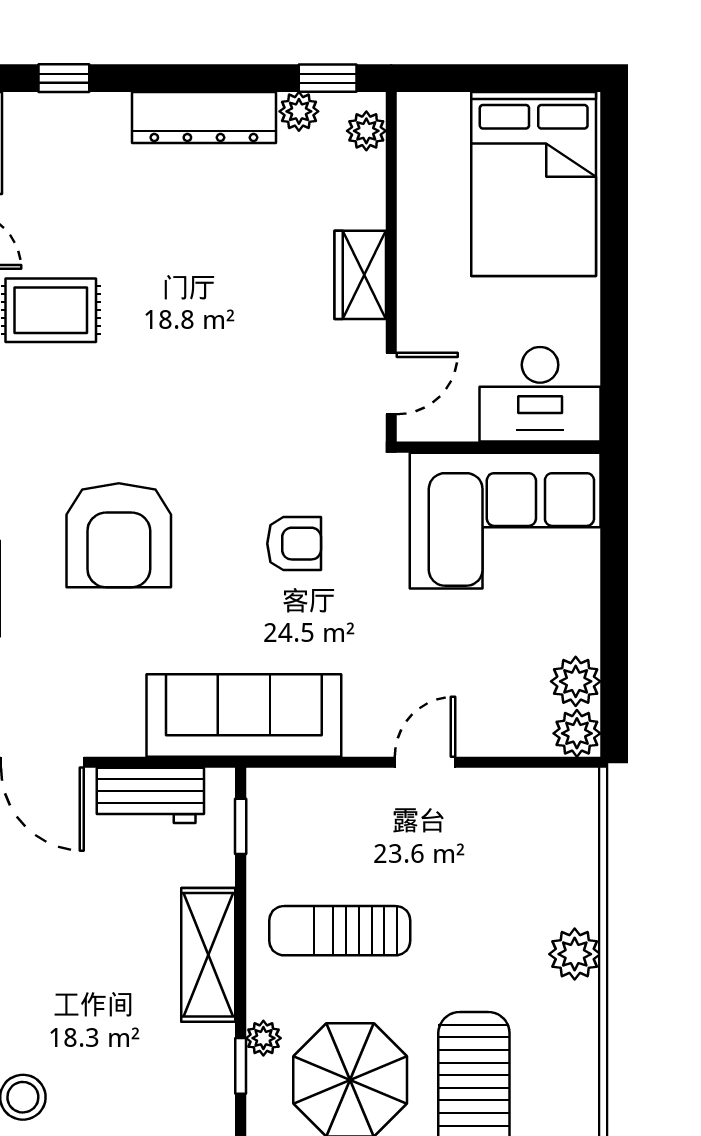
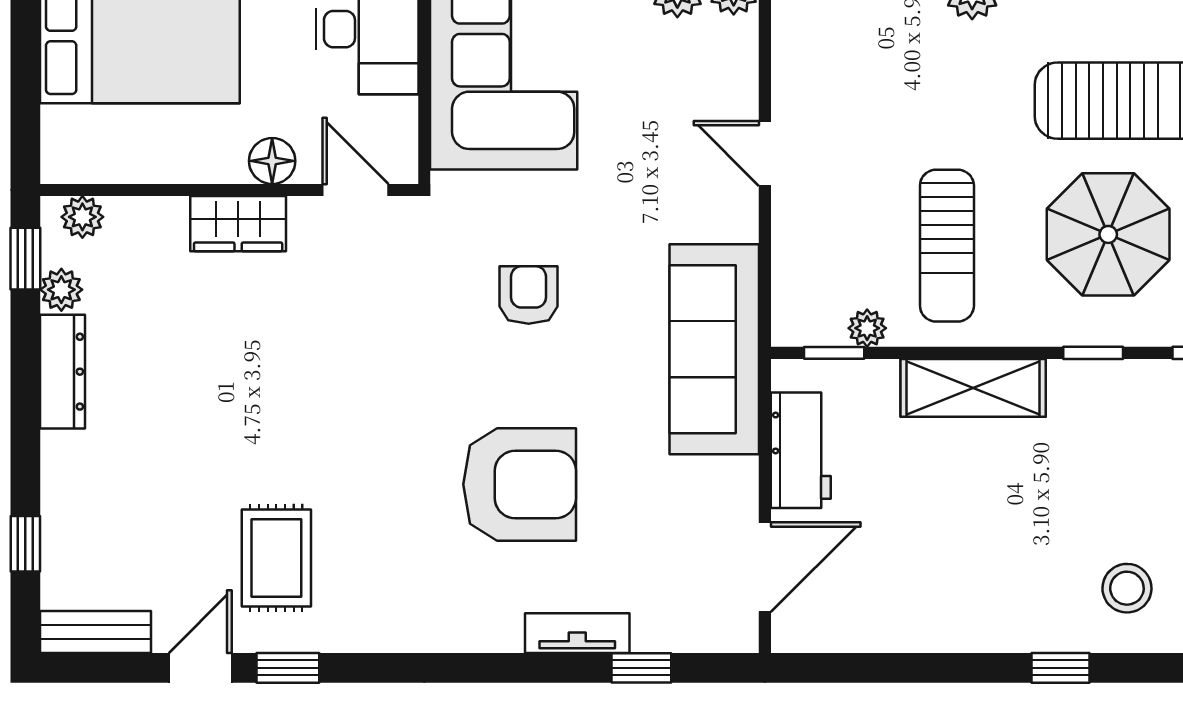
dresser: (204, 117) -> (62, 372), width x0.73, depth x0.80
floor lamp: (418, 306) -> (272, 161), added
plant: (263, 1038) -> (867, 328), moved

